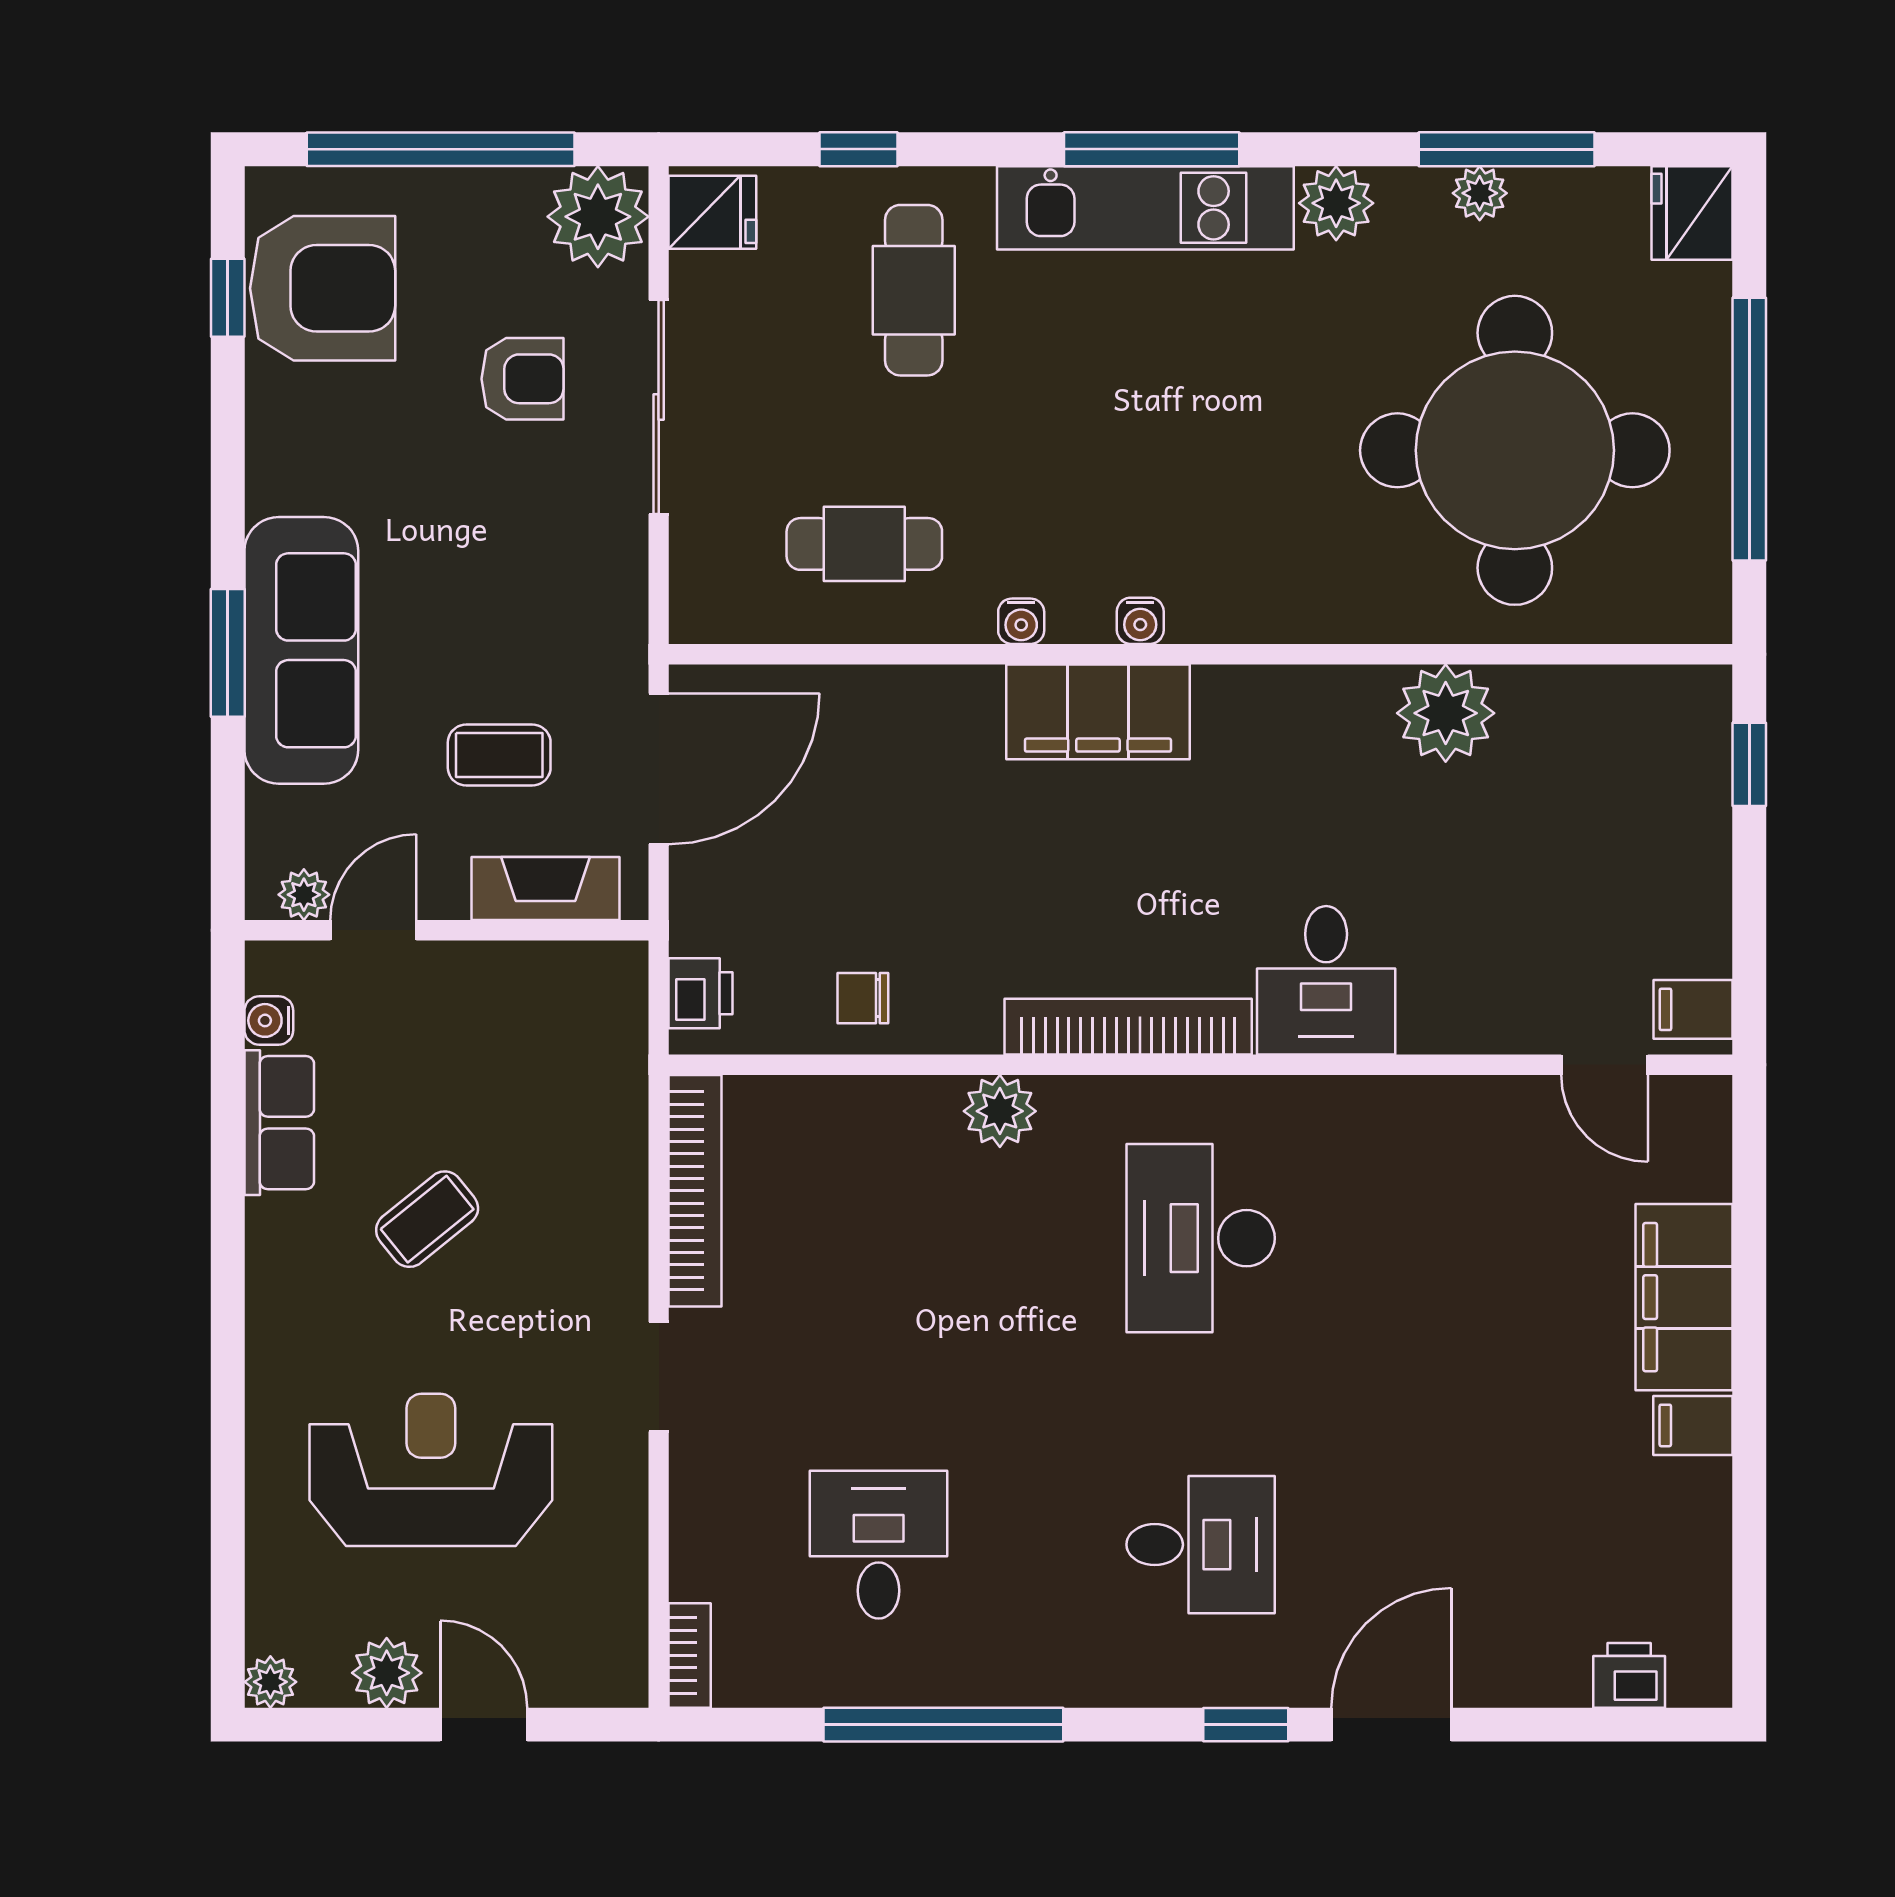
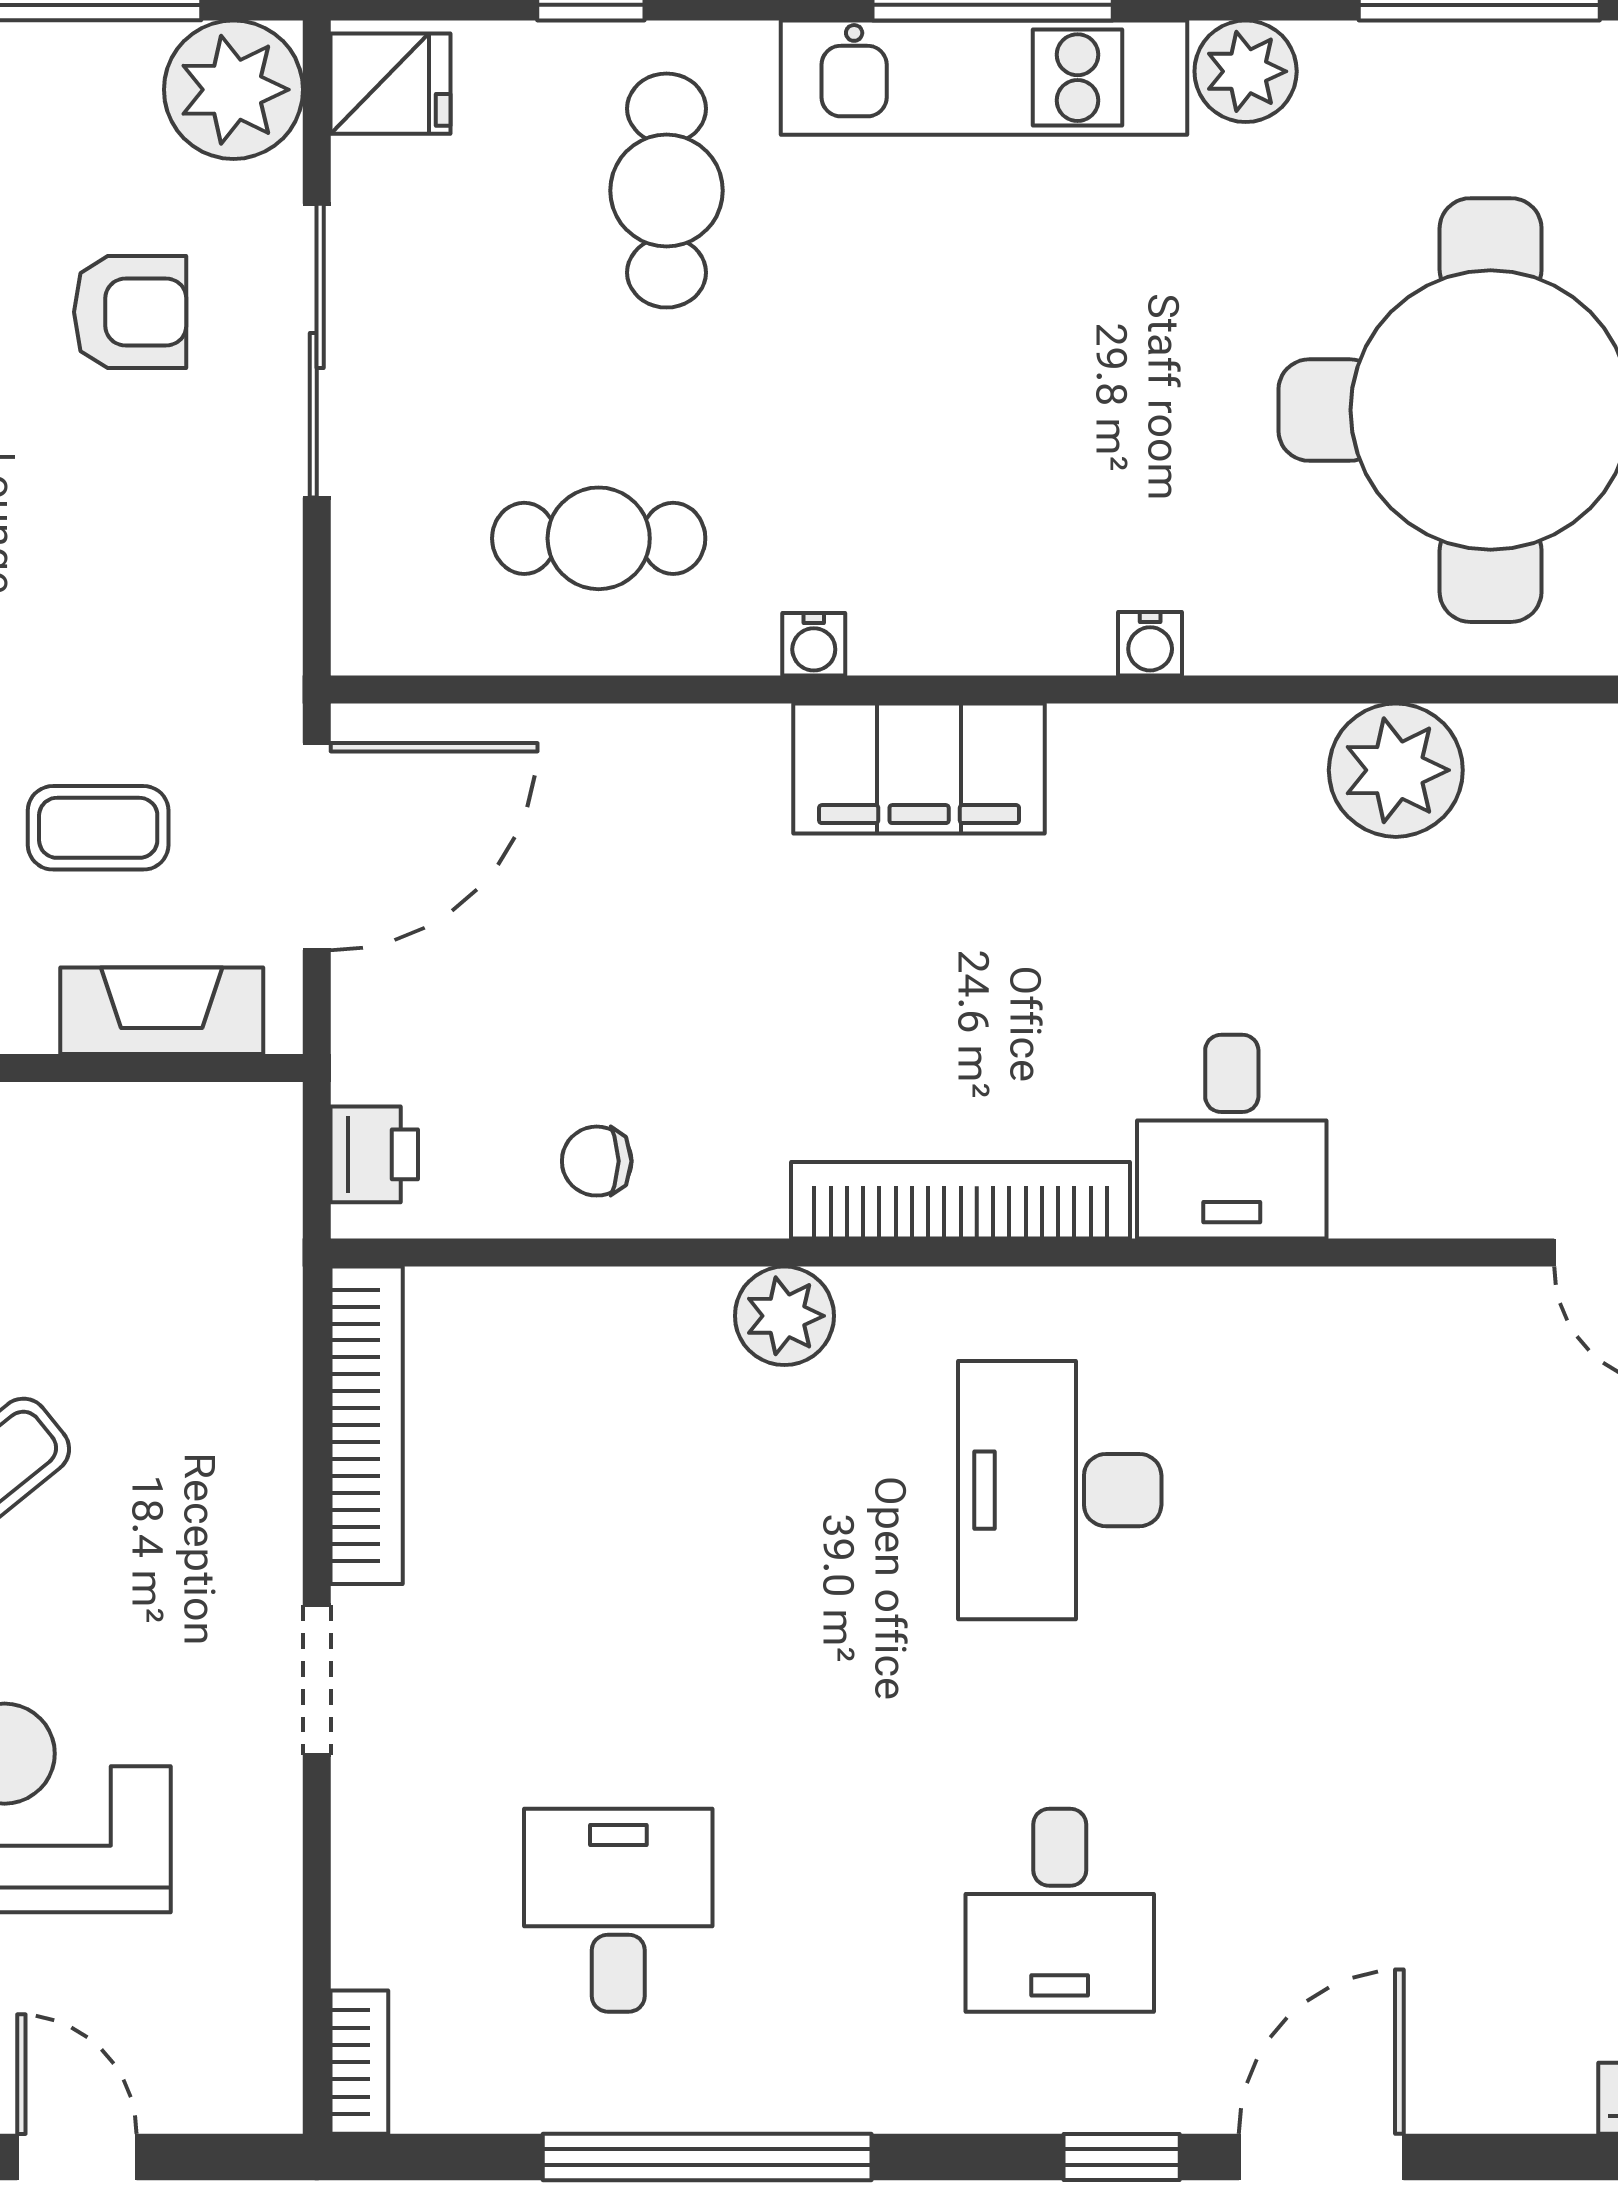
plant: (1480, 193) -> (1442, 58), removed
water cooler: (1140, 621) -> (1150, 644), moved
desk: (1201, 1545) -> (1060, 1910), turned 90

